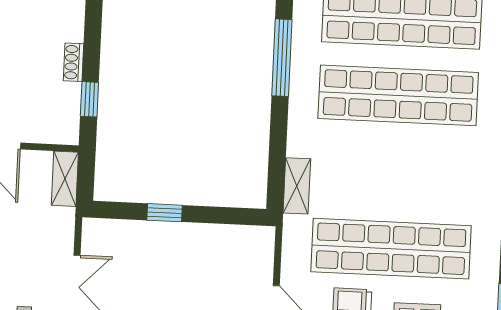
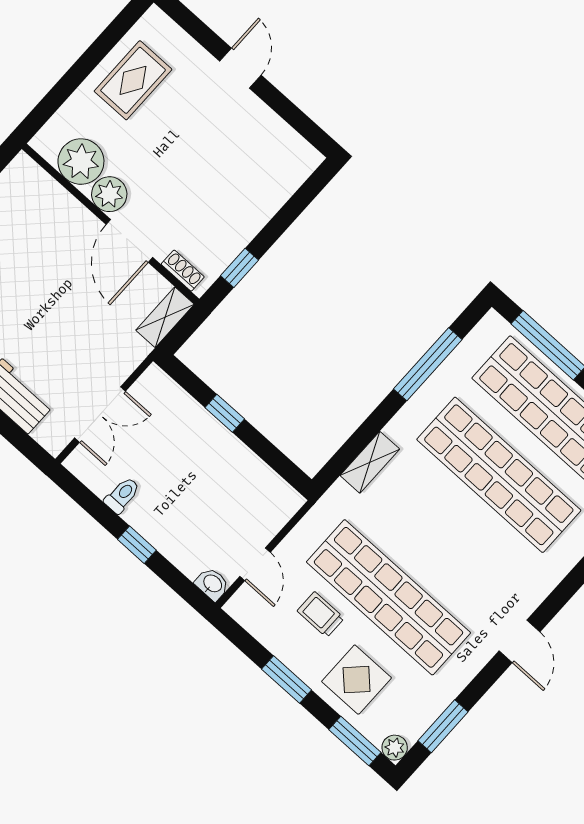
shoe rack: (73, 62) -> (183, 271), moved, turned 90
shelving: (297, 186) -> (370, 462), moved

